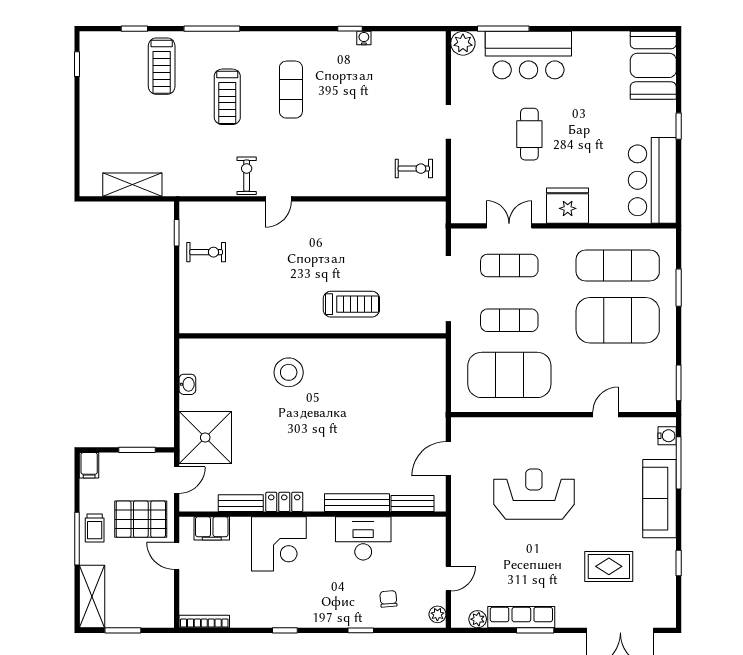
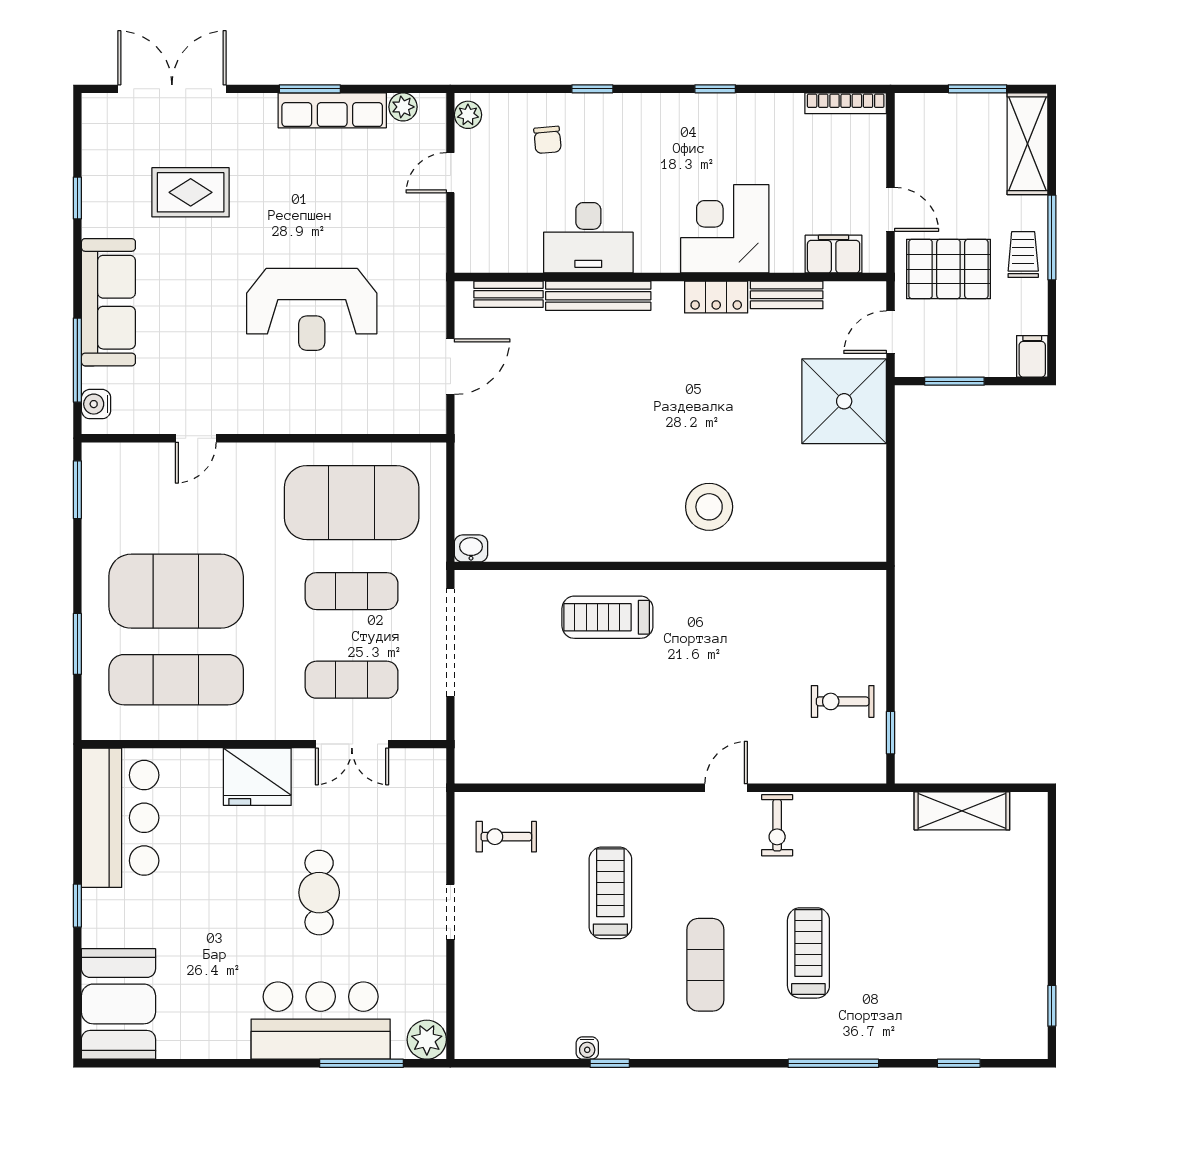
treadmill: (162, 66) -> (610, 893), moved
washbasin: (187, 384) -> (471, 548), moved, turned 90

